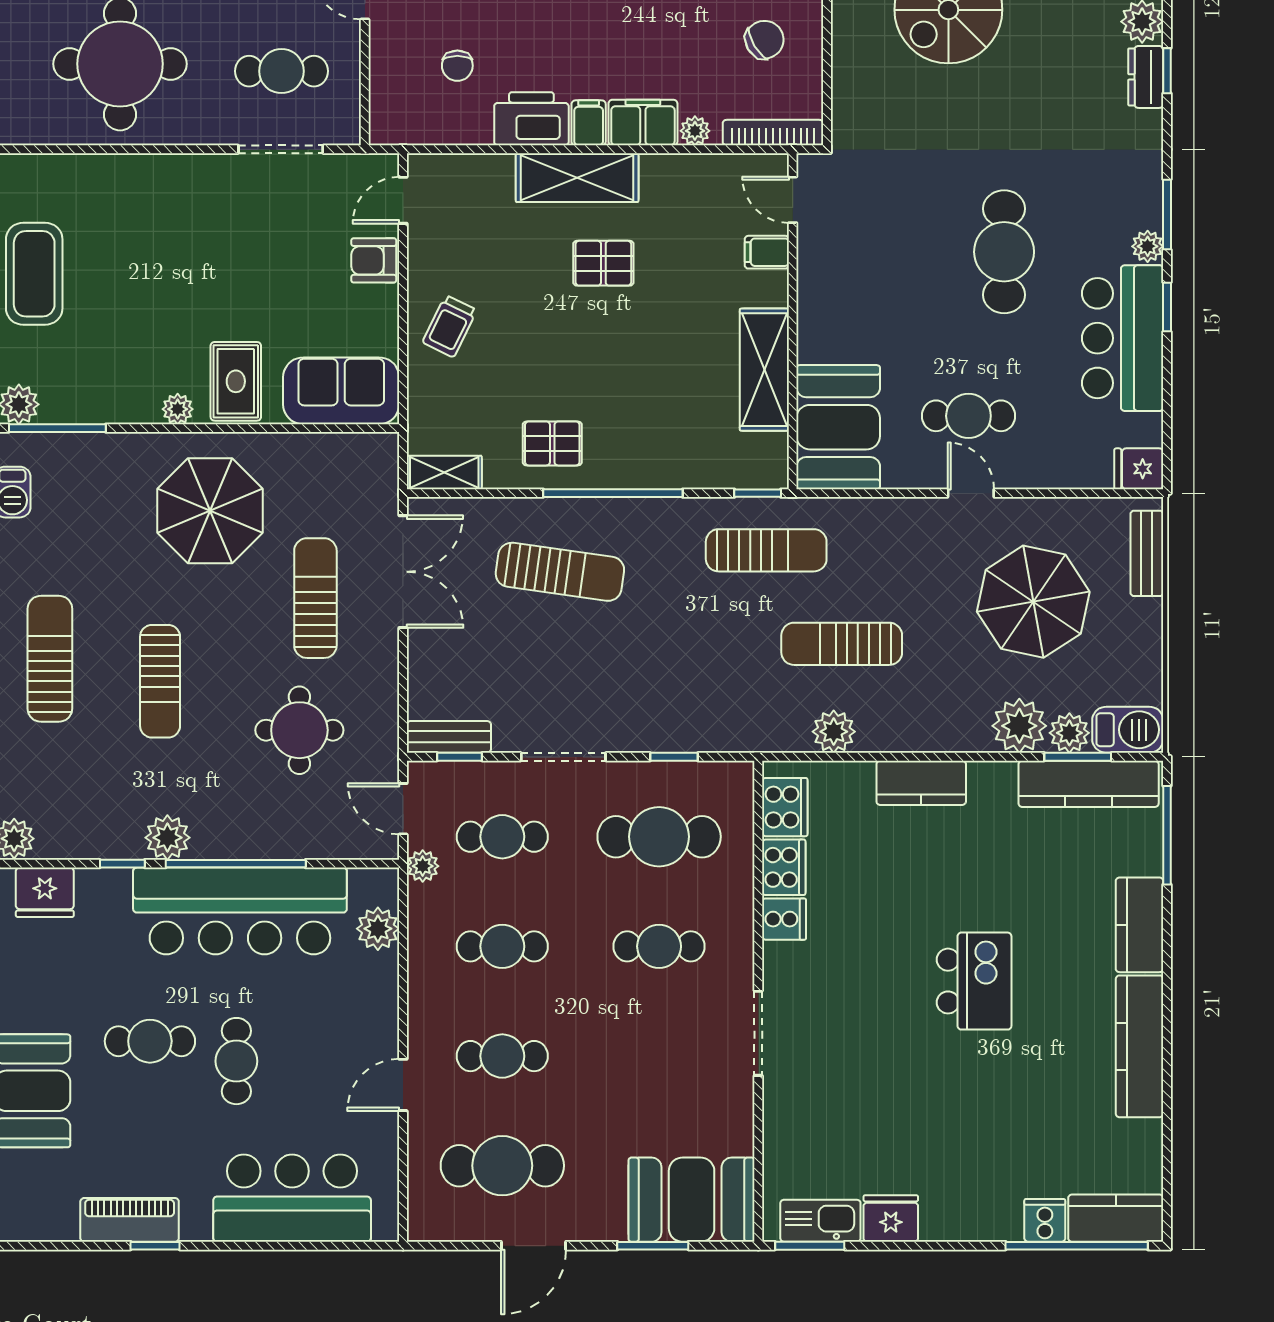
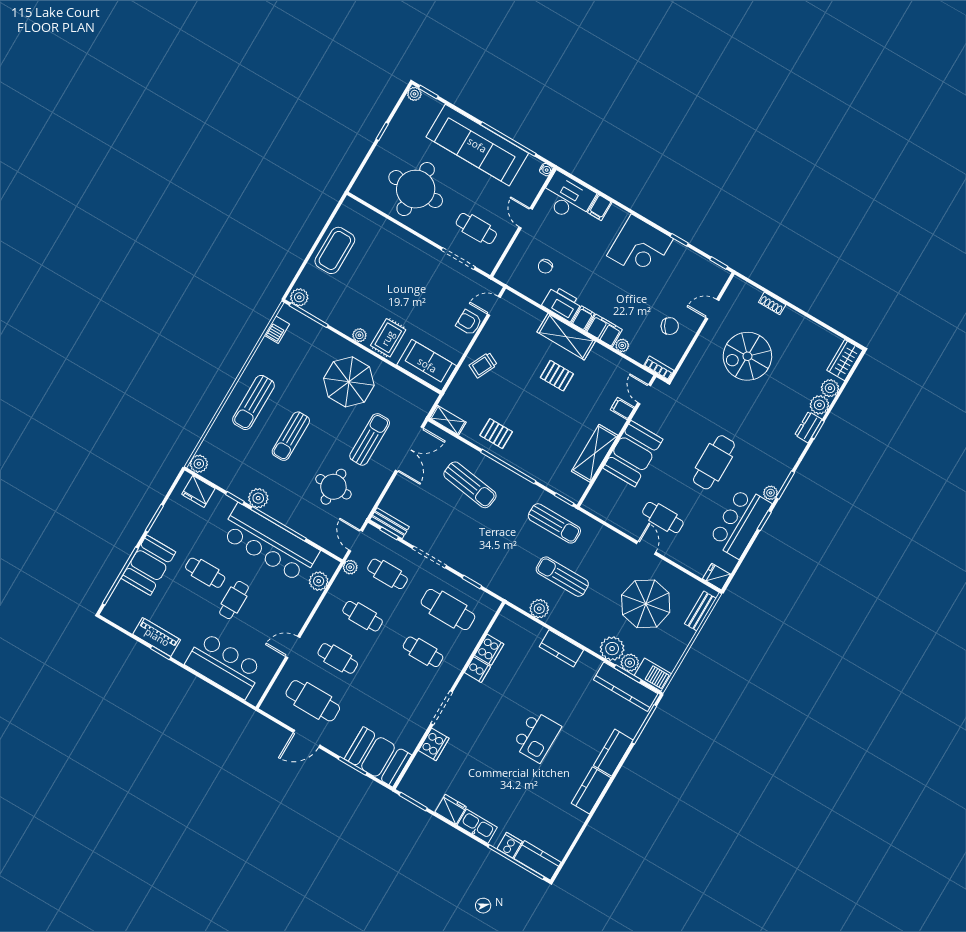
bookcase: (773, 133) -> (659, 368), width x0.64
booth: (838, 427) -> (633, 454), moved
sun lounger: (50, 659) -> (253, 402), turned 180
cooker: (785, 807) -> (434, 744), moved
kitchen counter: (1140, 1046) -> (591, 790), width x0.67
kitchen sink: (820, 1221) -> (477, 826), moved

